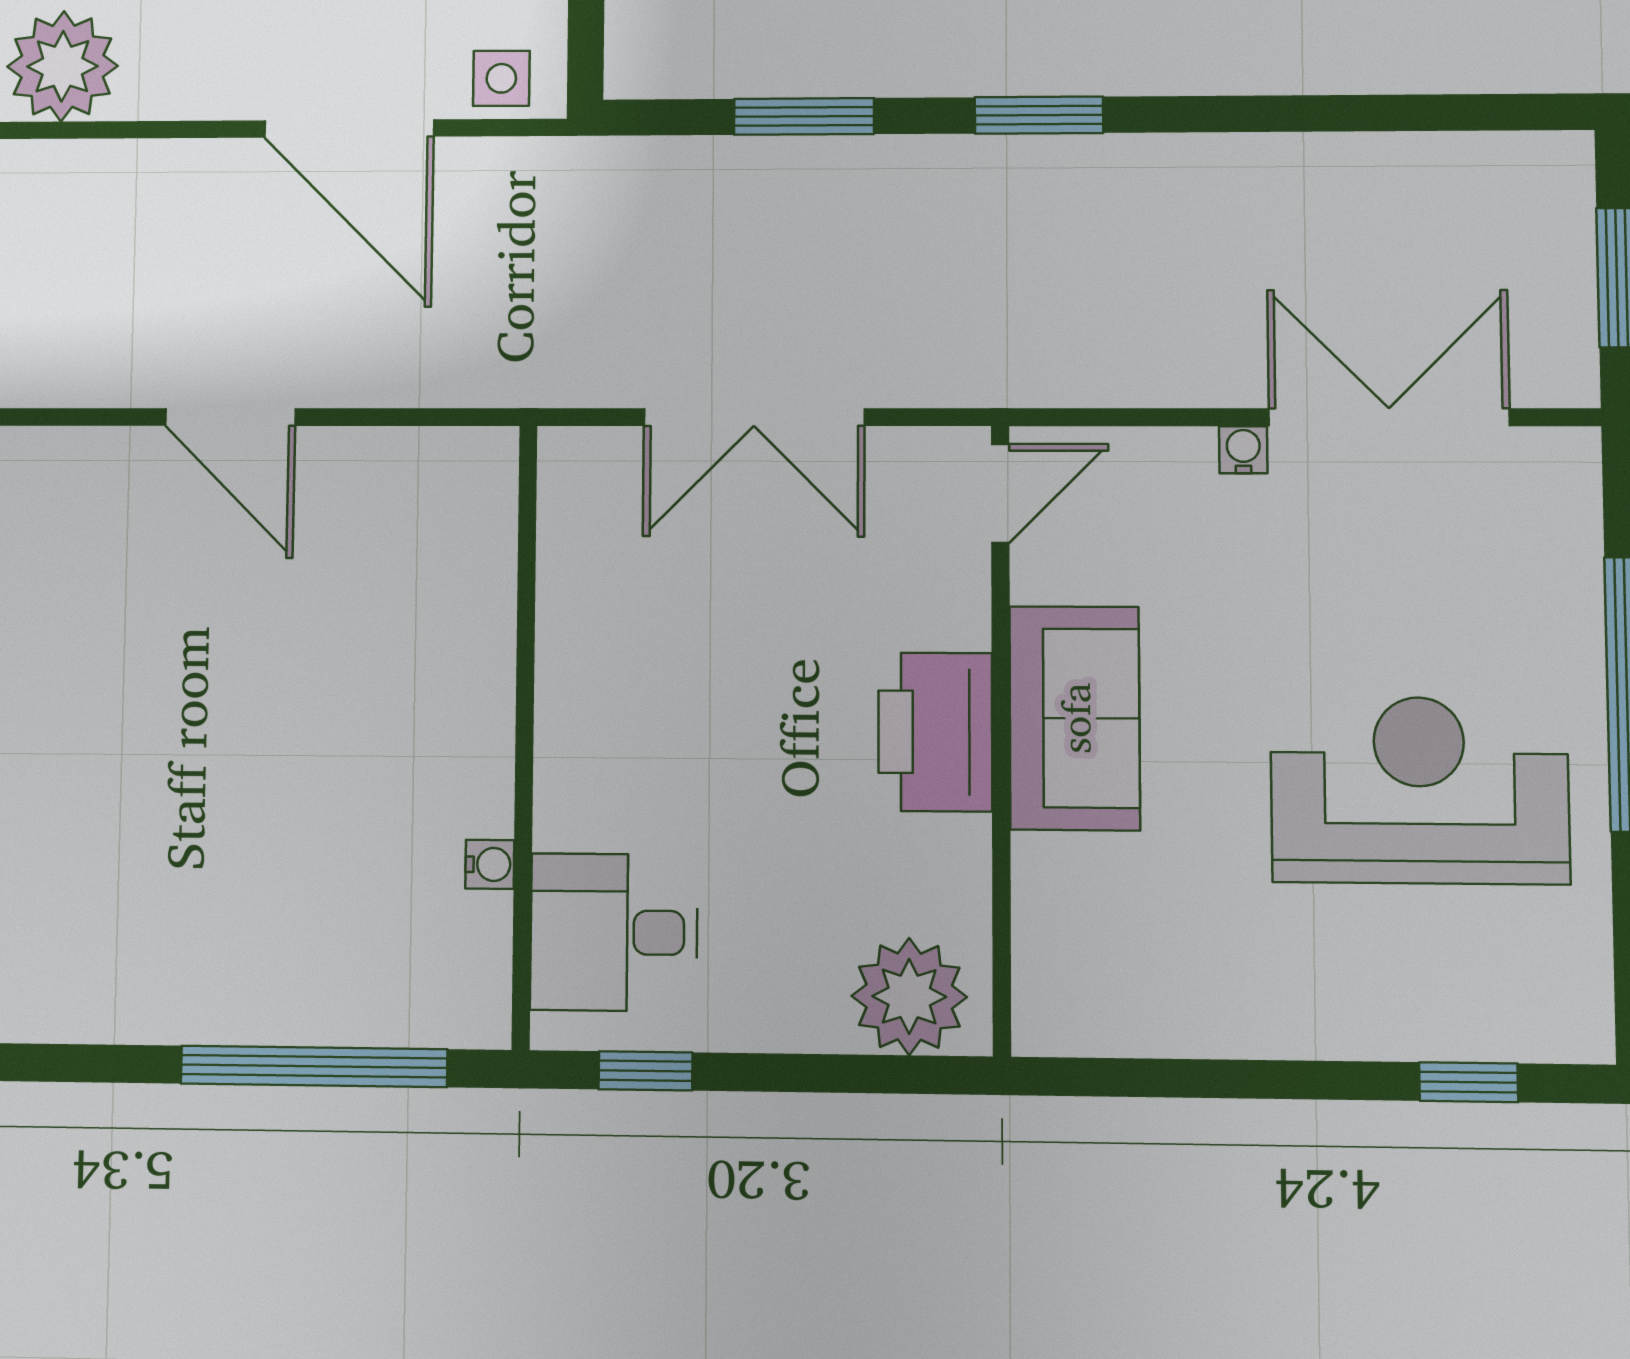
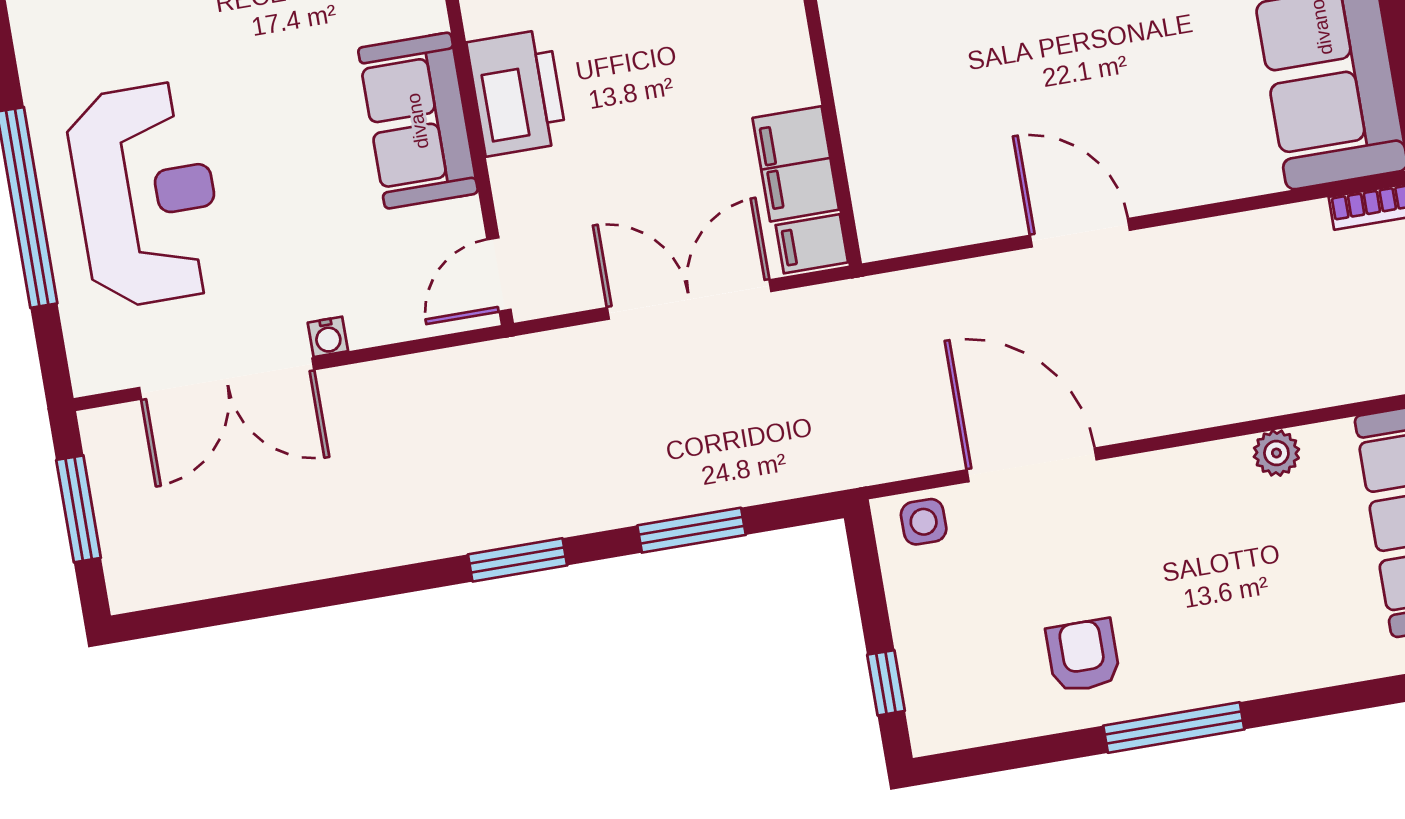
plant: (62, 66) -> (1276, 453), width x0.53, depth x0.53
filing cabinet: (580, 463) -> (812, 244), added
filing cabinet: (582, 572) -> (796, 164), added
reception desk: (1420, 790) -> (146, 195), moved, turned -90

